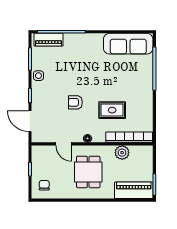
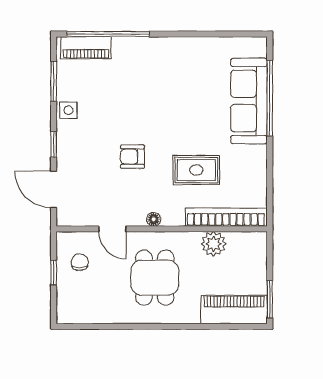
sofa: (128, 44) -> (249, 101), moved, turned 90
chair: (44, 185) -> (80, 262), moved

